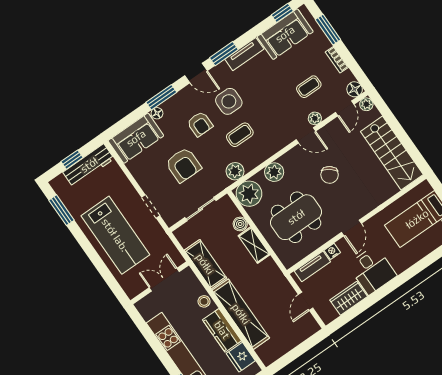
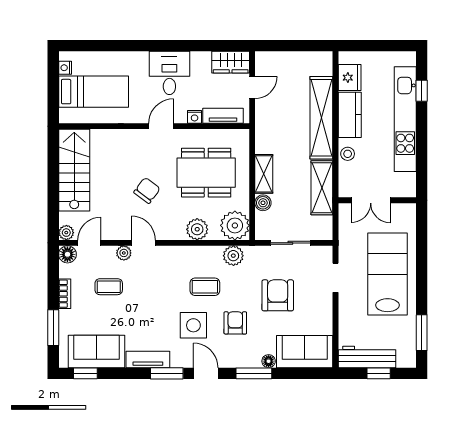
wardrobe: (349, 298) -> (231, 62), moved

